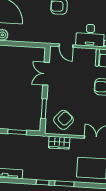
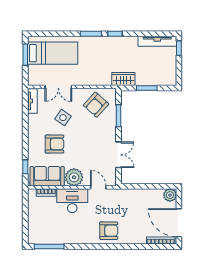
plant: (87, 56) -> (74, 177), added
side table: (94, 110) -> (63, 118), added
wardrobe: (59, 143) -> (123, 79), moved

